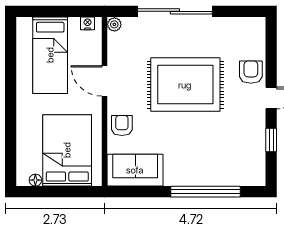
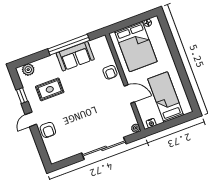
rug: (185, 85) -> (50, 89), moved, width x0.54, depth x0.49
sofa: (135, 170) -> (75, 56), moved
plant: (247, 176) -> (28, 70), added
window: (206, 192) -> (69, 45), moved

